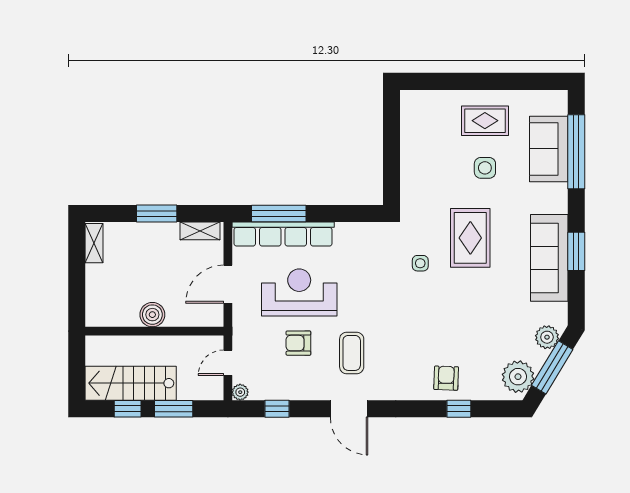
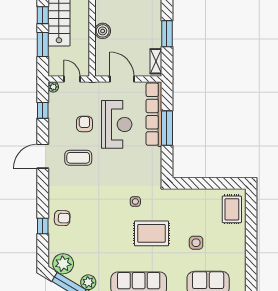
rug: (485, 121) -> (232, 209), moved
window: (279, 214) -> (167, 128), moved

